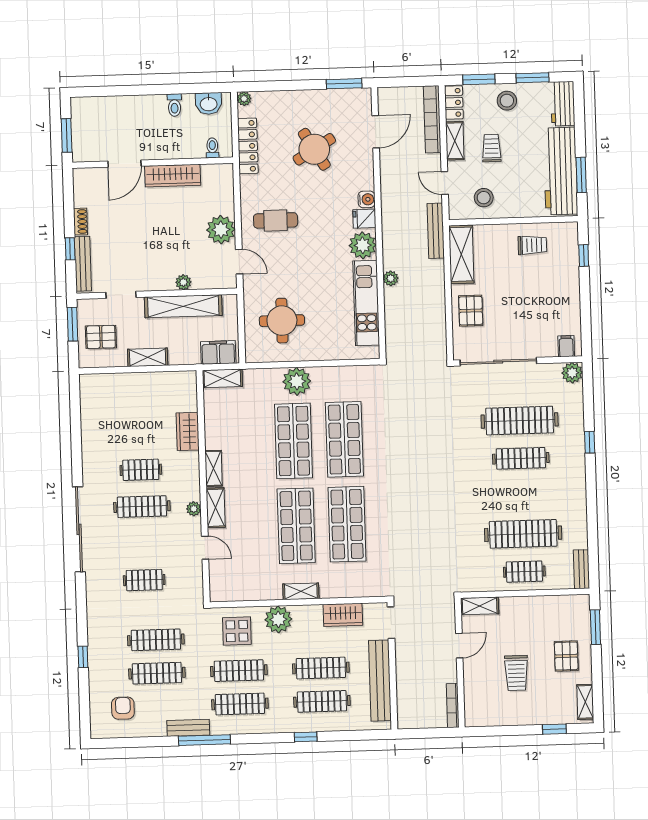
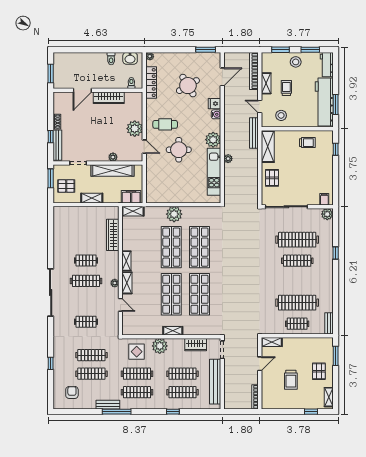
locker: (454, 103) -> (266, 62), removed
fridge: (364, 219) -> (214, 104), moved
round table: (282, 321) -> (179, 150), moved
wardrobe: (188, 431) -> (113, 235), width x1.50

